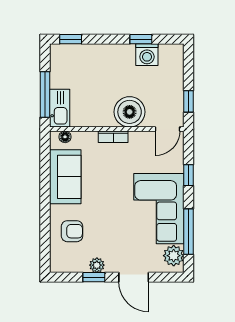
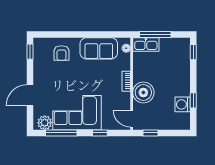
plant: (97, 265) -> (38, 70), removed
window: (94, 277) -> (30, 52), moved

